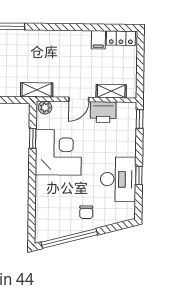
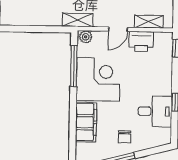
window: (33, 138) -> (74, 66), width x2.17
desk: (118, 179) -> (155, 111), width x0.73
filing cabinet: (46, 197) -> (86, 122), added

